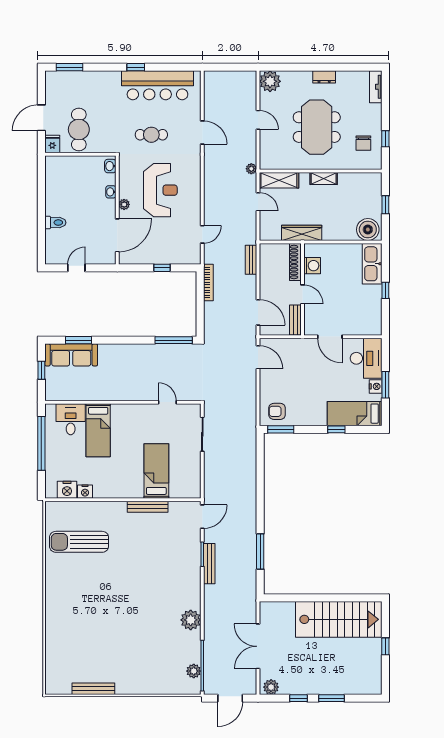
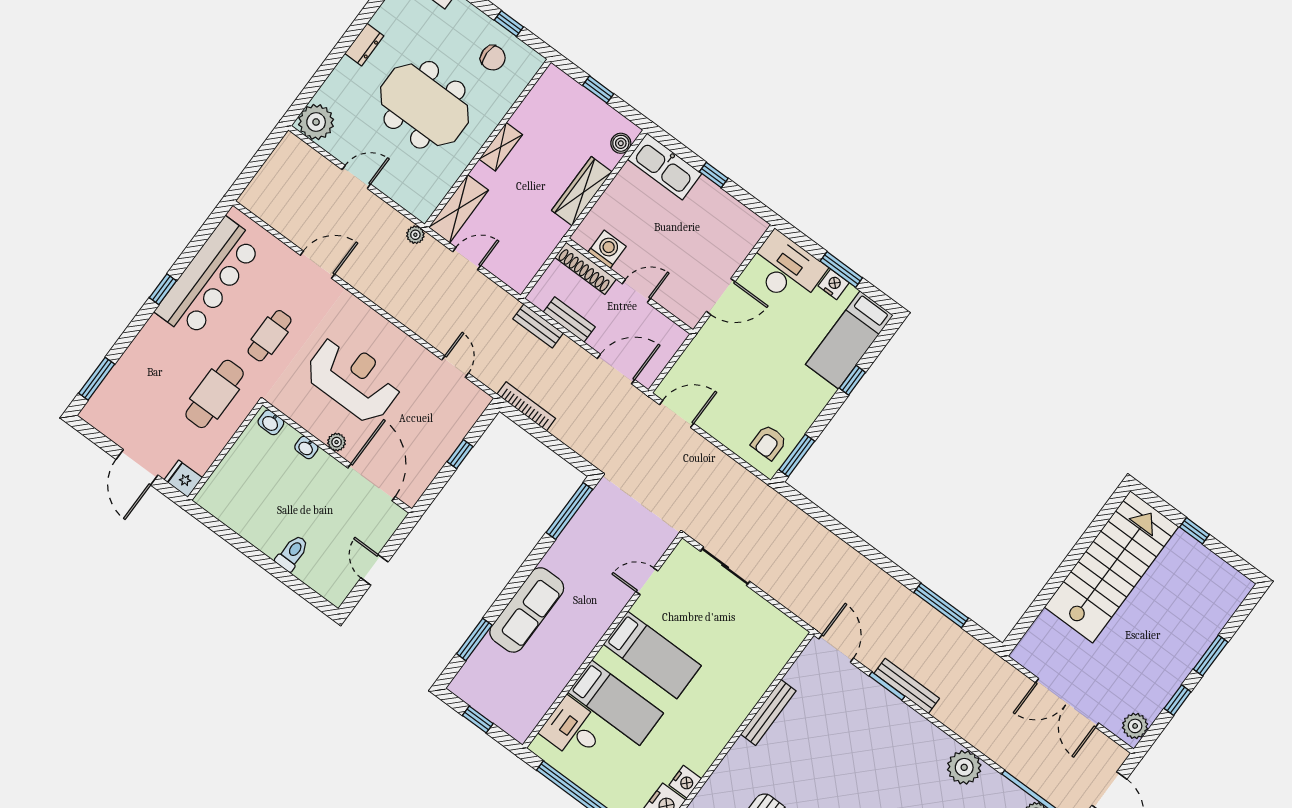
cafe table: (79, 130) -> (215, 394), moved, turned 90
boiler: (368, 230) -> (621, 143), width x0.54, depth x0.54
wardrobe: (302, 233) -> (582, 191), moved
bench: (295, 320) -> (569, 320), moved
sofa: (71, 355) -> (527, 610), moved
bed: (156, 471) -> (652, 655), moved, turned 180

